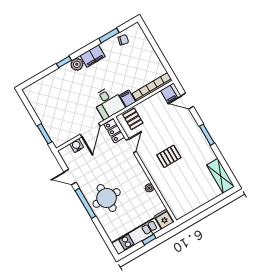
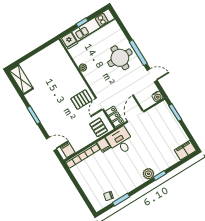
filing cabinet: (93, 56) -> (185, 150), moved
water cooler: (77, 146) -> (157, 97), moved
pallet: (169, 156) -> (81, 99), moved

